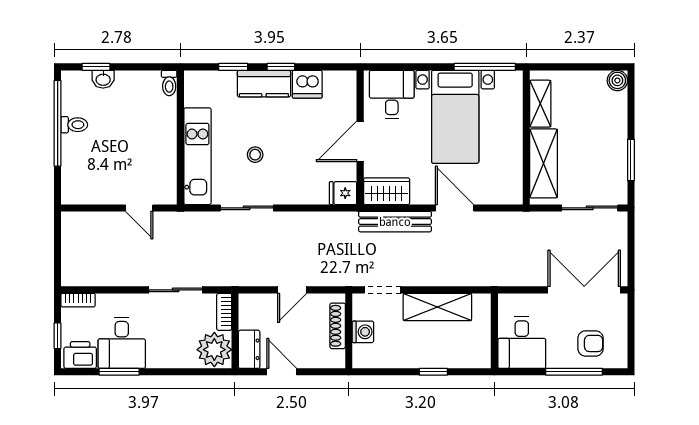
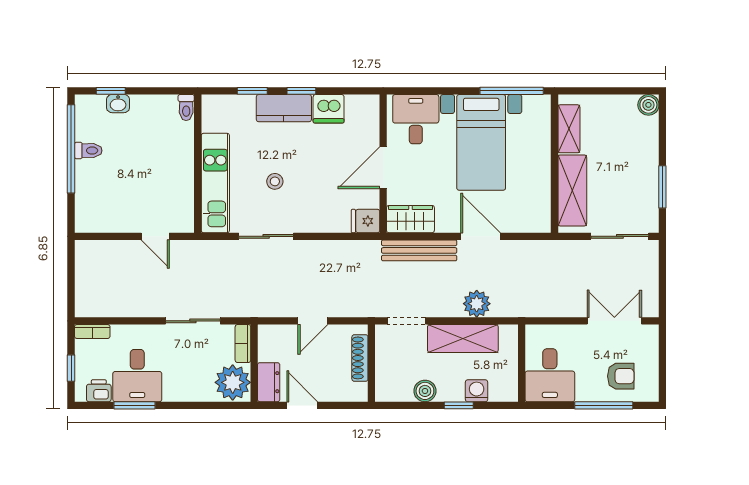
plant: (451, 273) -> (477, 304), added
double door: (584, 290) -> (614, 321), width x0.73
washing machine: (363, 332) -> (477, 391), moved, turned -90
printer: (80, 355) -> (99, 391), width x0.73, depth x0.81
boiler: (401, 358) -> (425, 391), added

